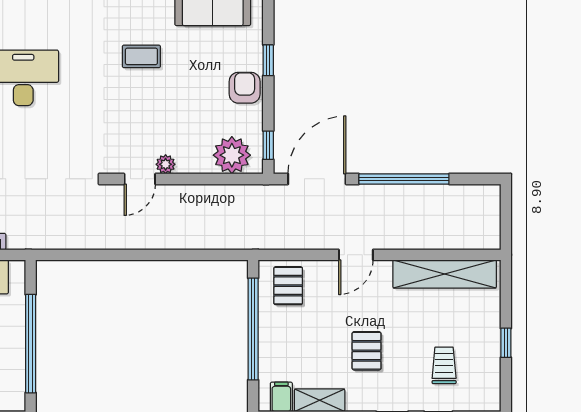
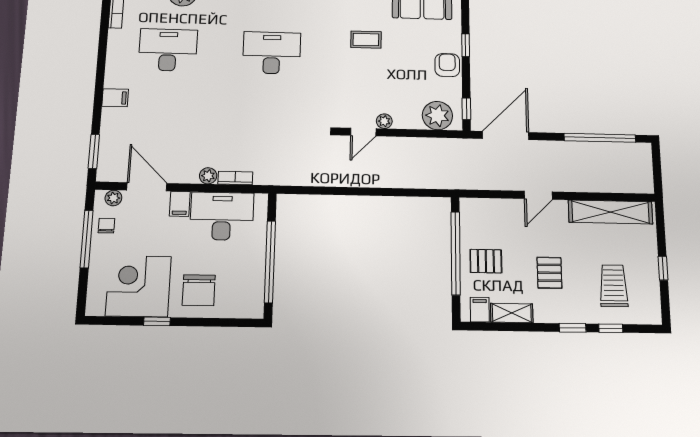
window: (404, 179) -> (600, 138), moved
pallet: (288, 286) -> (486, 261), moved, turned 90
trolley: (444, 365) -> (614, 286), width x1.36, depth x1.39

